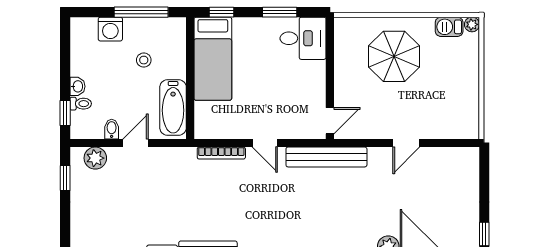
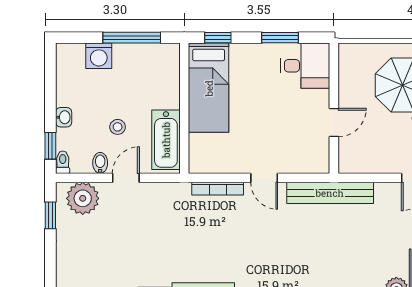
stool: (144, 60) -> (118, 127), moved
toilet: (81, 104) -> (63, 162), moved, turned -90
door: (330, 121) -> (334, 122), moved
plant: (95, 158) -> (83, 198), width x1.36, depth x1.36

